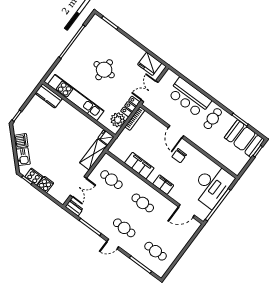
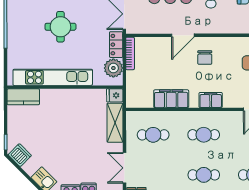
door: (176, 132) -> (183, 35), hinge flipped
dishwasher: (21, 141) -> (20, 155), moved
double door: (78, 187) -> (125, 168), swing flipped

